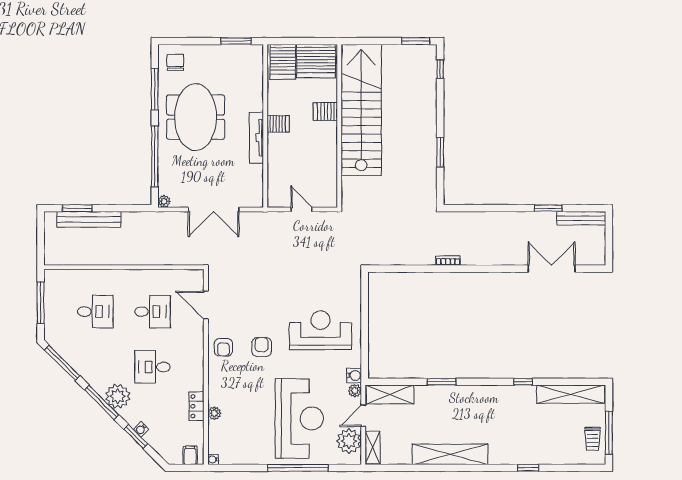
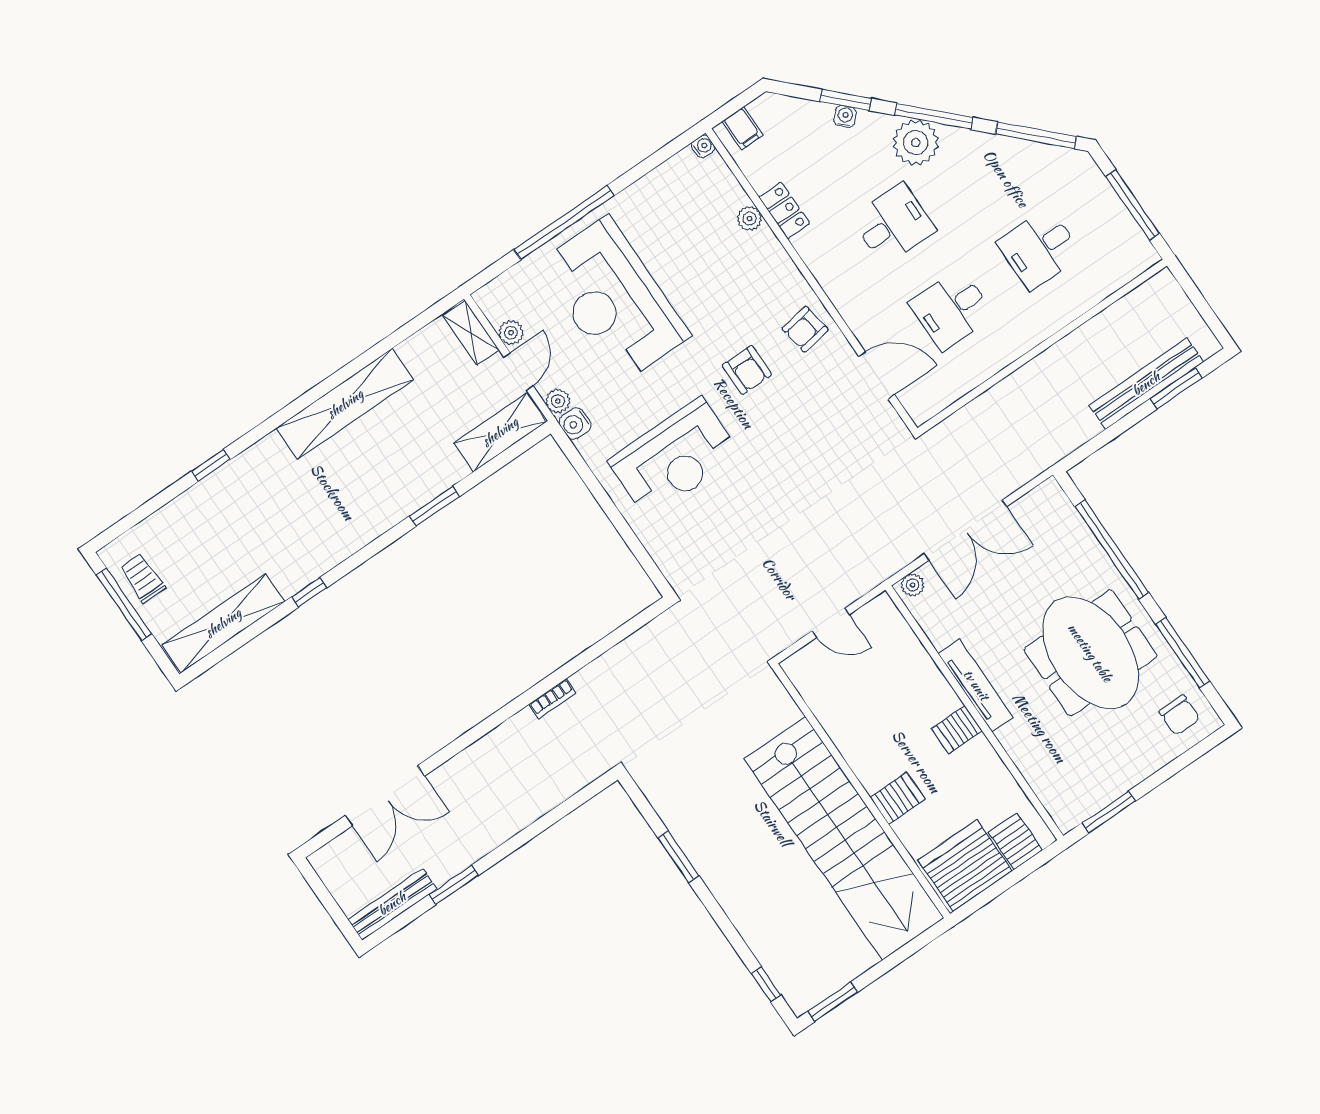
server rack: (283, 62) -> (1015, 841), width x0.73, depth x0.70
plant: (164, 201) -> (913, 585), moved
double door: (214, 209) -> (966, 530), swing flipped
armchair: (223, 347) -> (805, 329), turned -99
plant: (349, 441) -> (511, 333), width x0.53, depth x0.53

